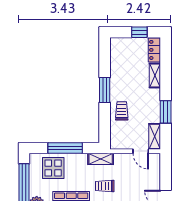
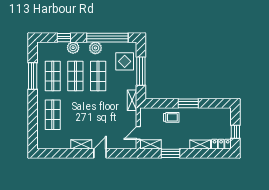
trolley: (105, 186) -> (110, 104), removed

